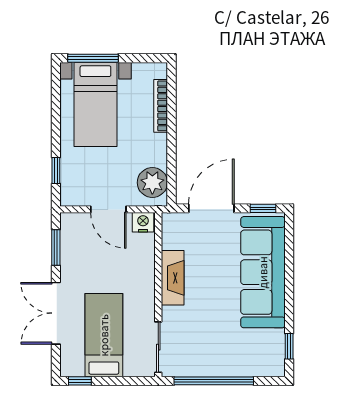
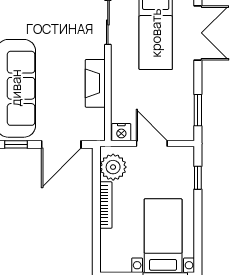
bookcase: (161, 106) -> (106, 205), moved
double door: (56, 313) -> (198, 33), moved

